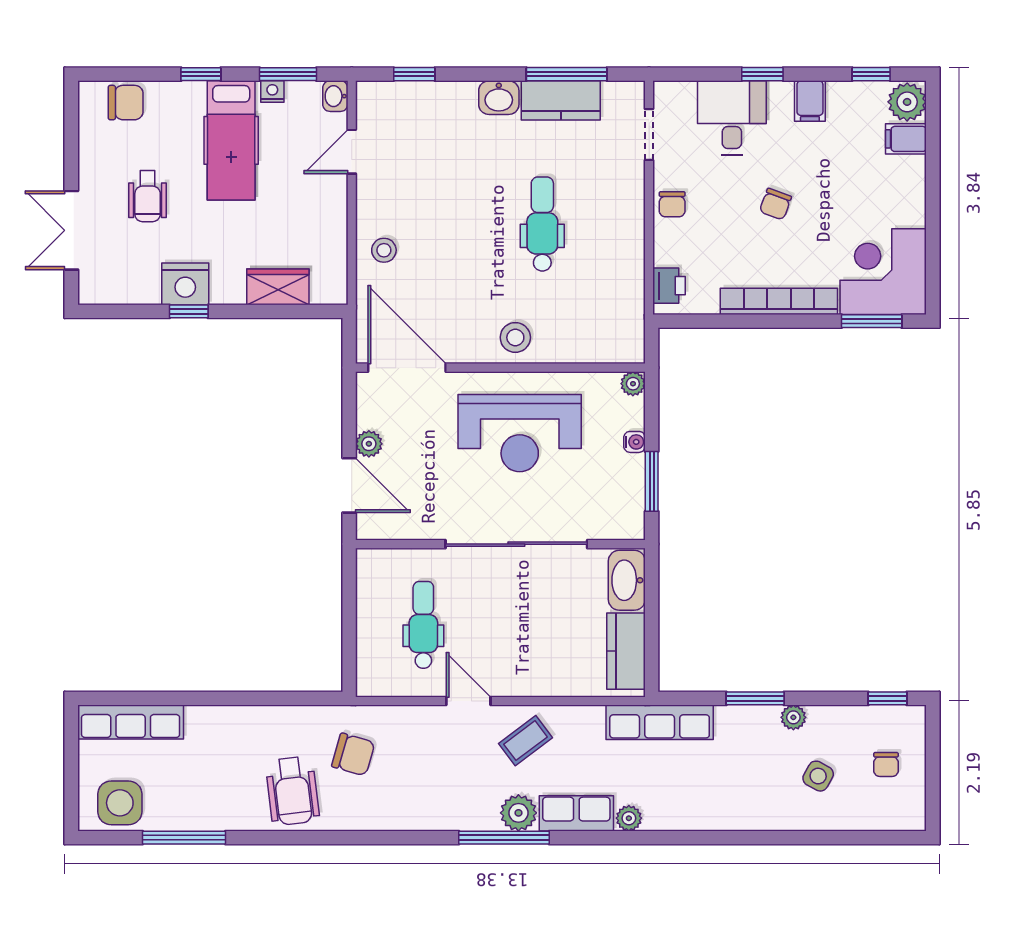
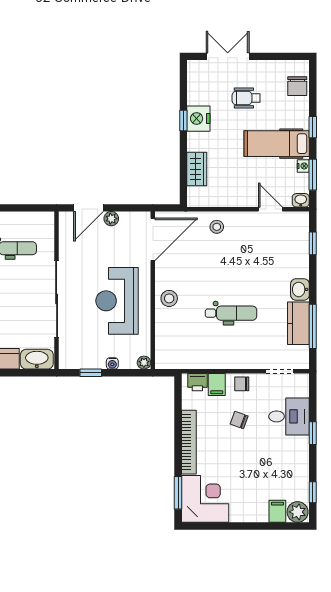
filing cabinet: (810, 101) -> (217, 385), moved, turned -90
chair: (775, 204) -> (239, 420), moved
window: (652, 481) -> (91, 373), width x0.67

